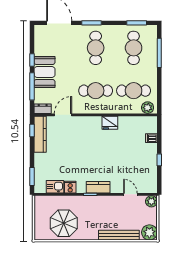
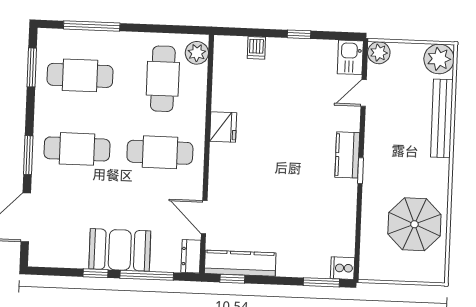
cafe table: (96, 91) -> (160, 152), turned 90
kitchen sink: (55, 187) -> (350, 57), moved
cooker: (70, 187) -> (343, 268), moved

